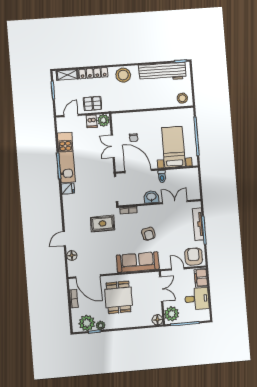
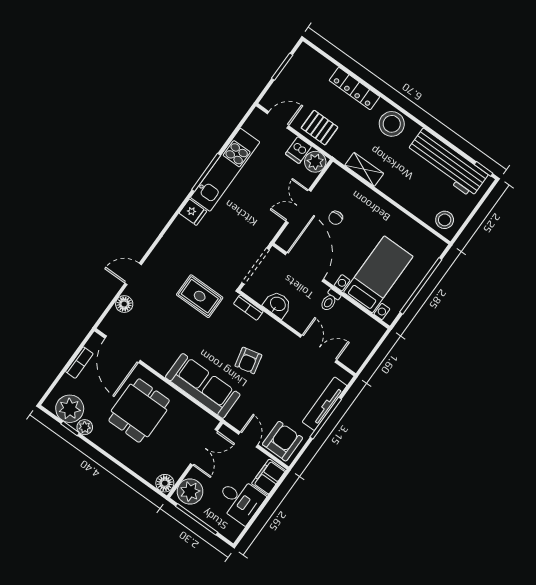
shelving: (67, 75) -> (364, 169), moved
washbasin: (151, 197) -> (278, 304), moved

